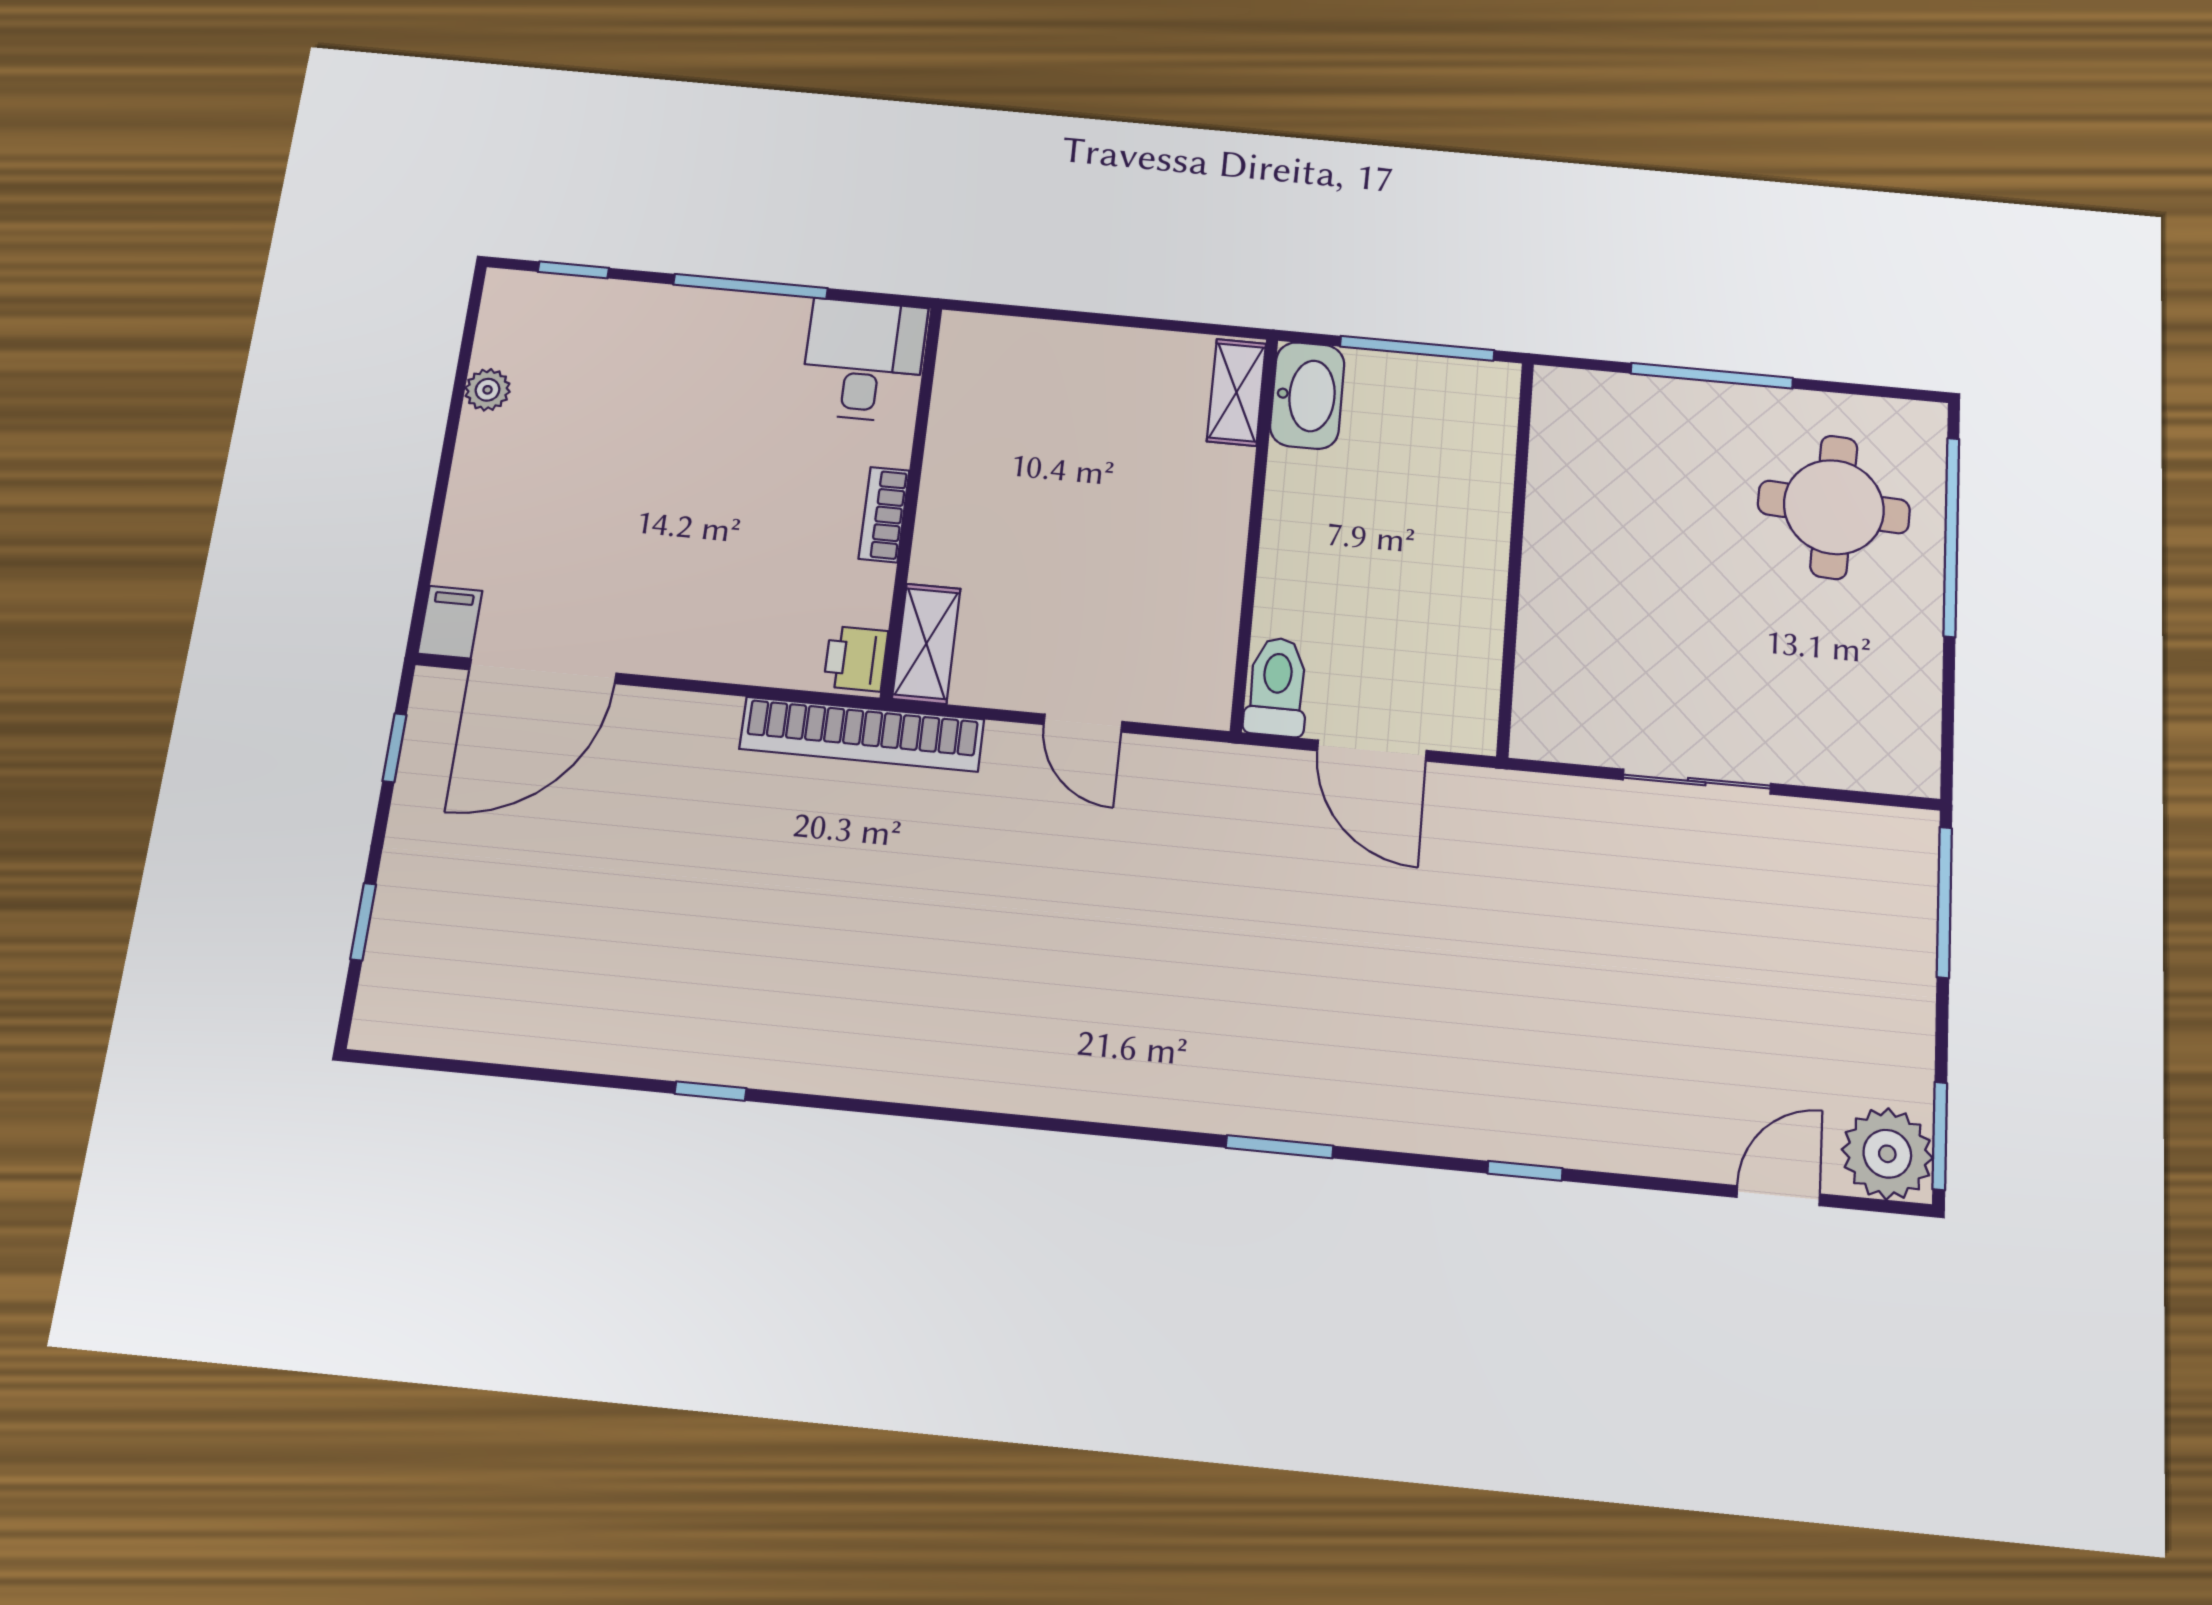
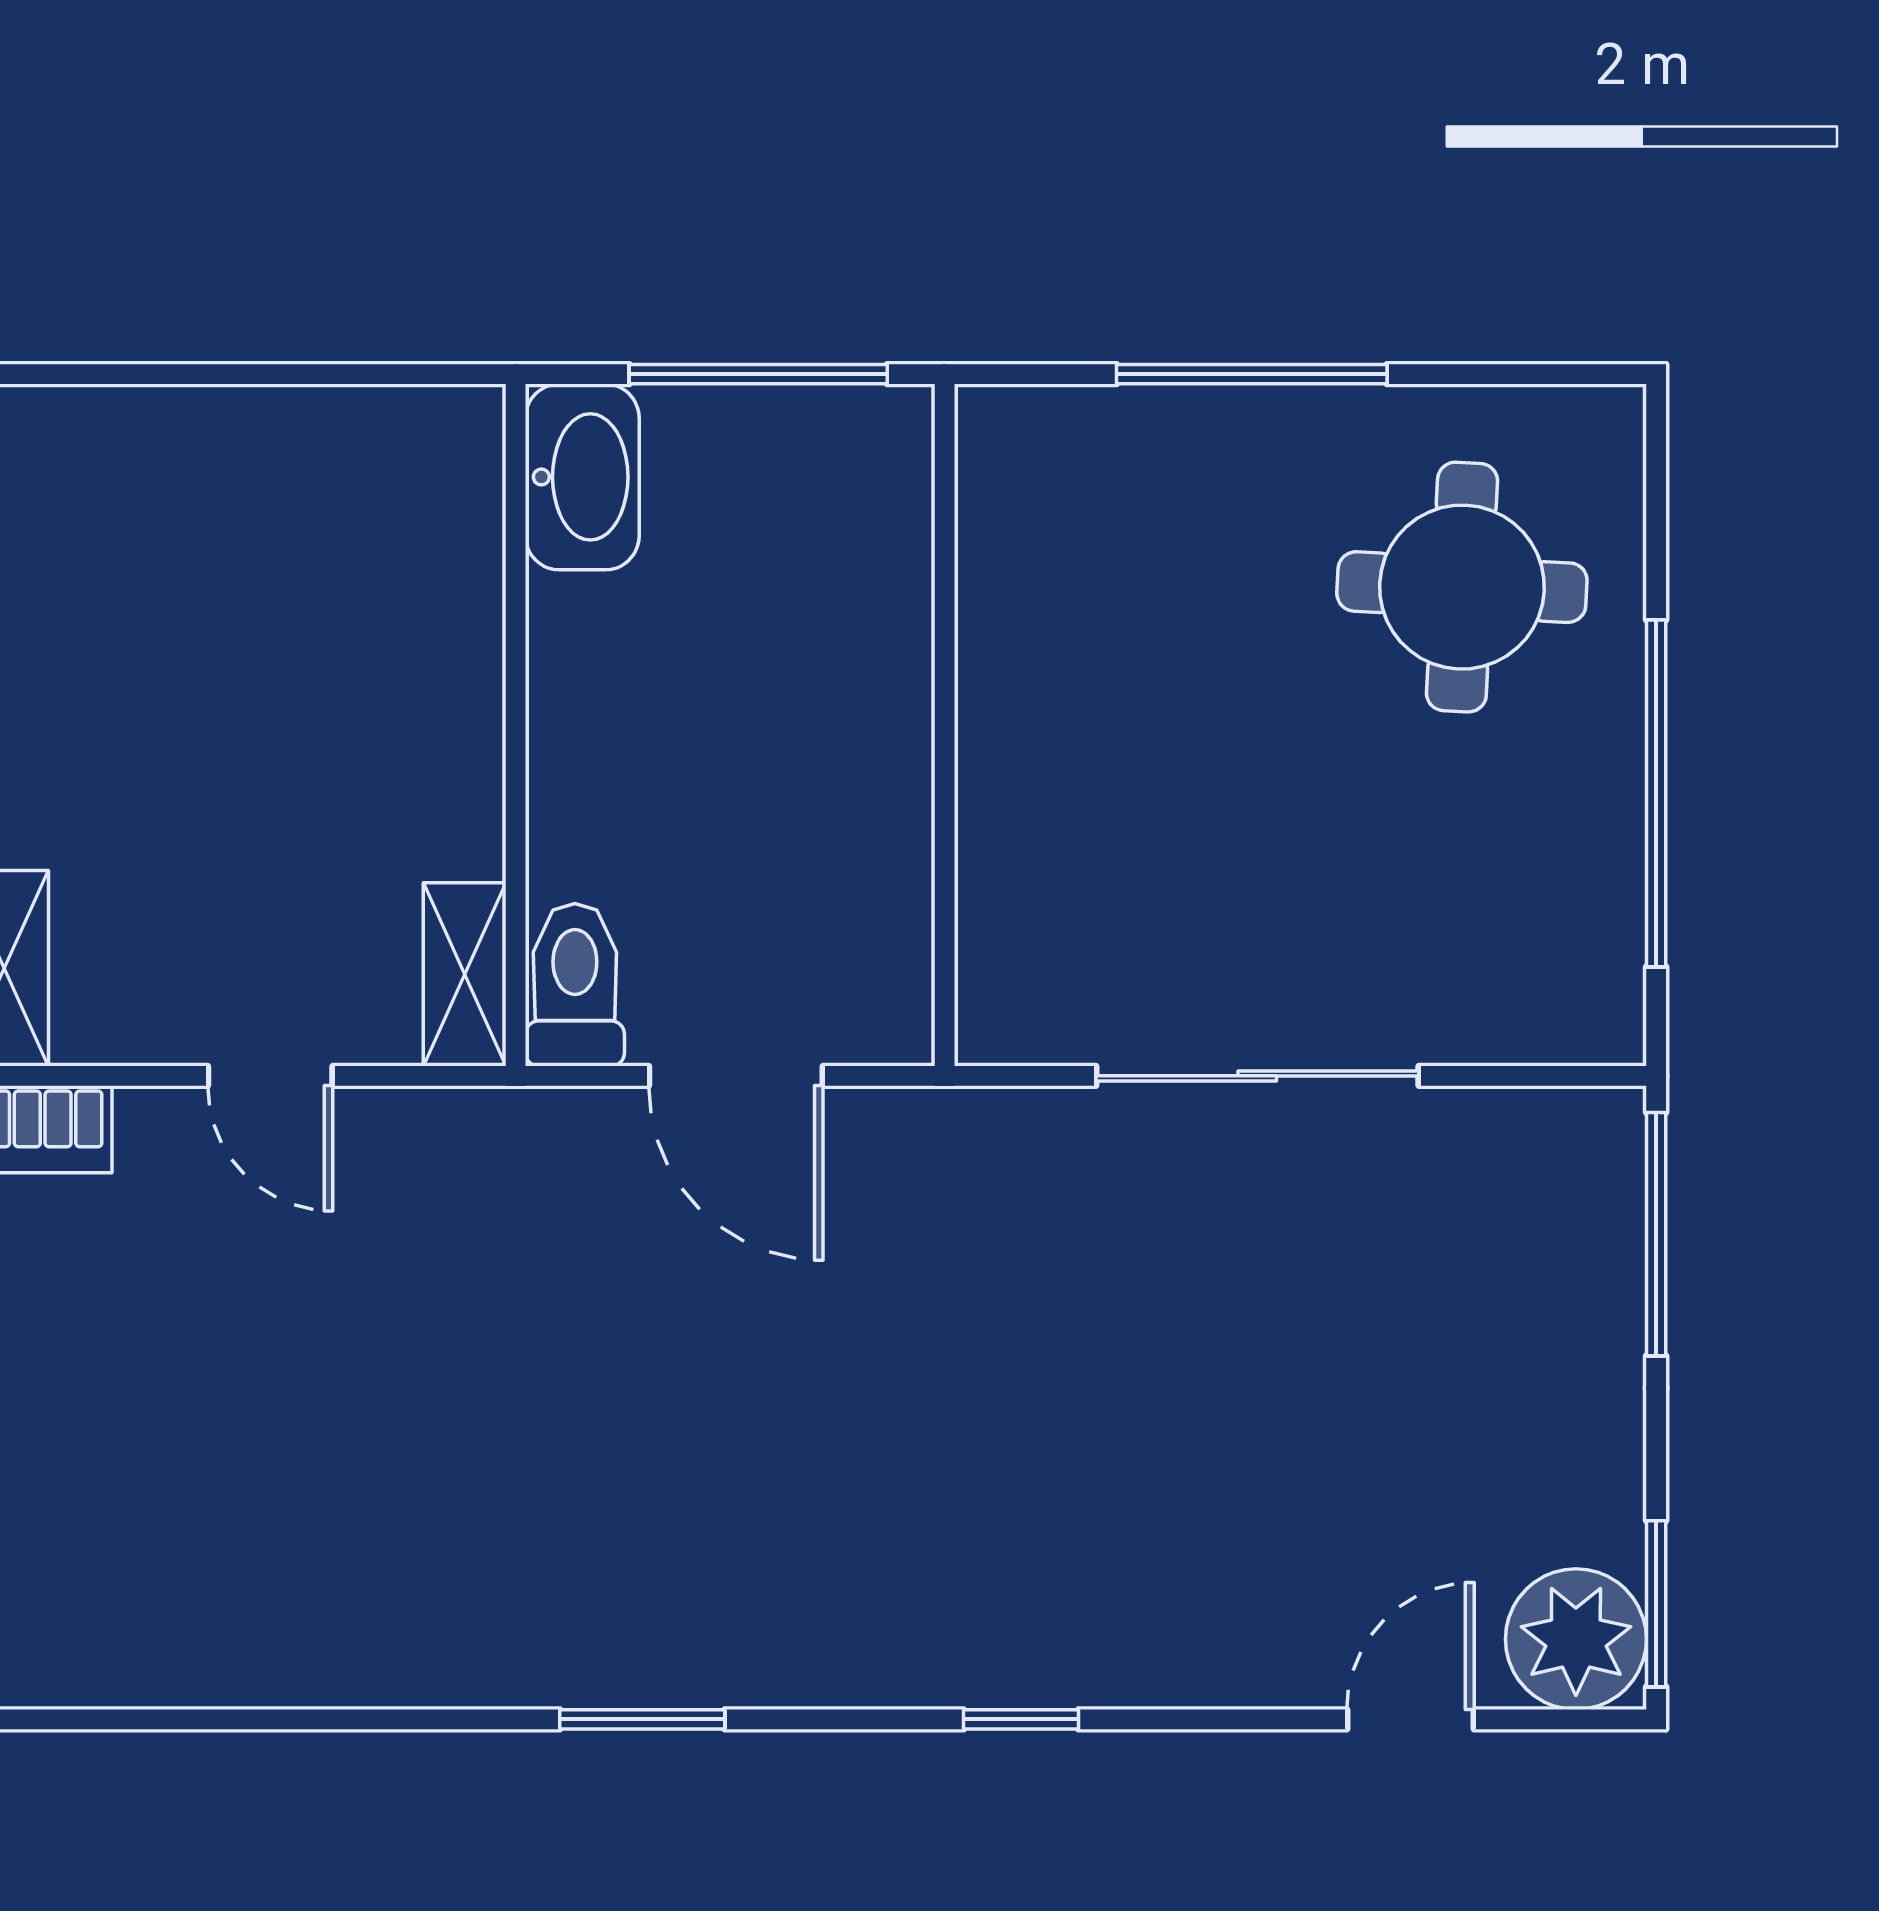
shelving: (1236, 392) -> (465, 974), moved
window: (1951, 537) -> (1656, 793), moved
sliding door: (1697, 782) -> (1257, 1076), width x1.37

